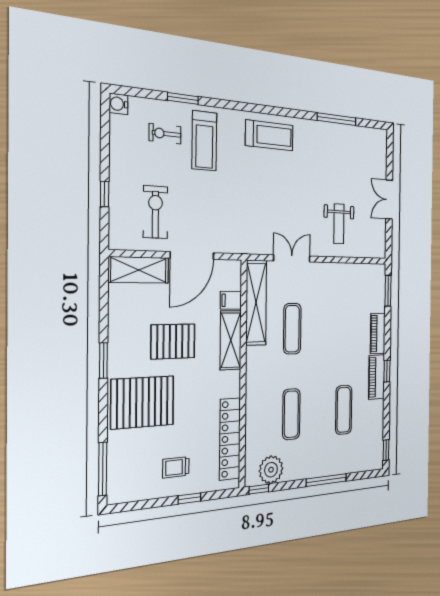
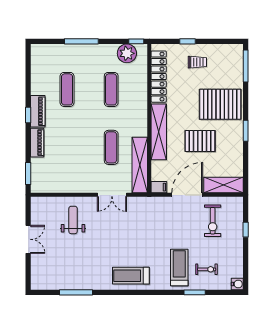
filing cabinet: (231, 300) -> (159, 187), moved
shelving: (231, 340) -> (159, 132), width x1.47
window: (386, 450) -> (28, 58), removed

